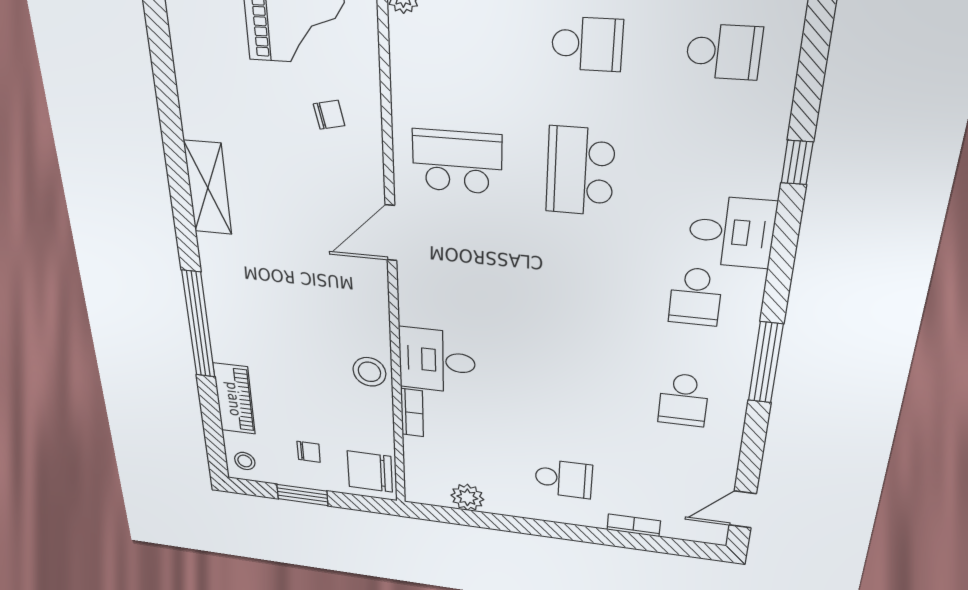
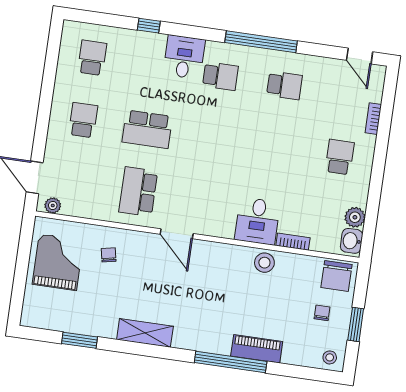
window: (164, 73) -> (79, 340), added
window: (766, 363) -> (261, 42), width x1.46
piano: (234, 399) -> (257, 349), moved
washbasin: (429, 492) -> (352, 241), added

